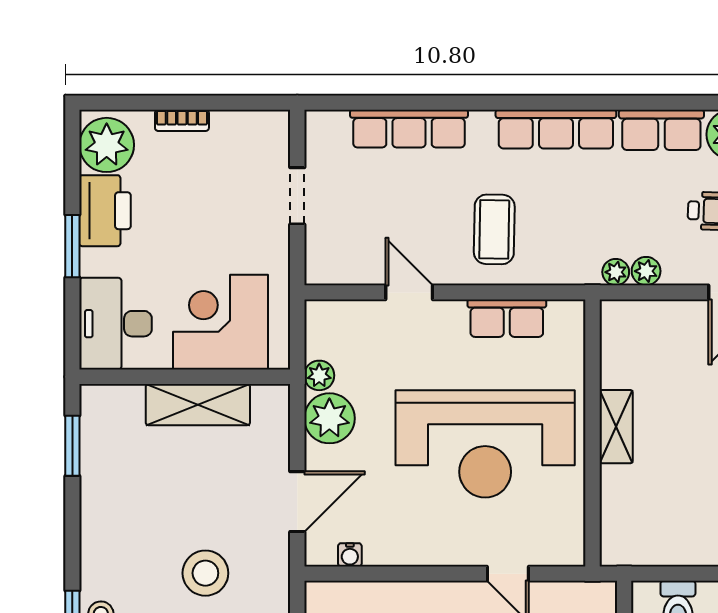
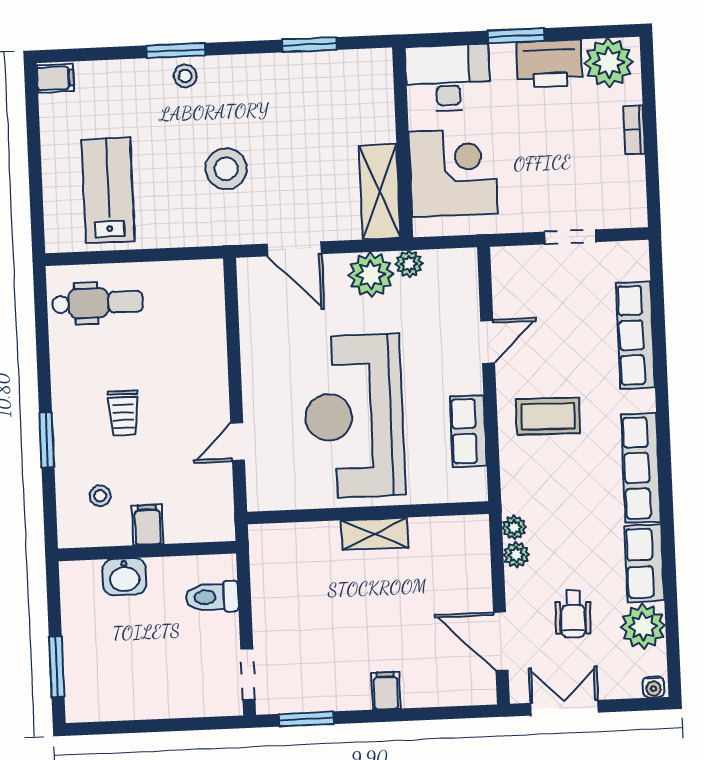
shelving: (198, 405) -> (380, 192), moved
window: (72, 446) -> (310, 45), moved
water cooler: (350, 555) -> (248, 299), removed

